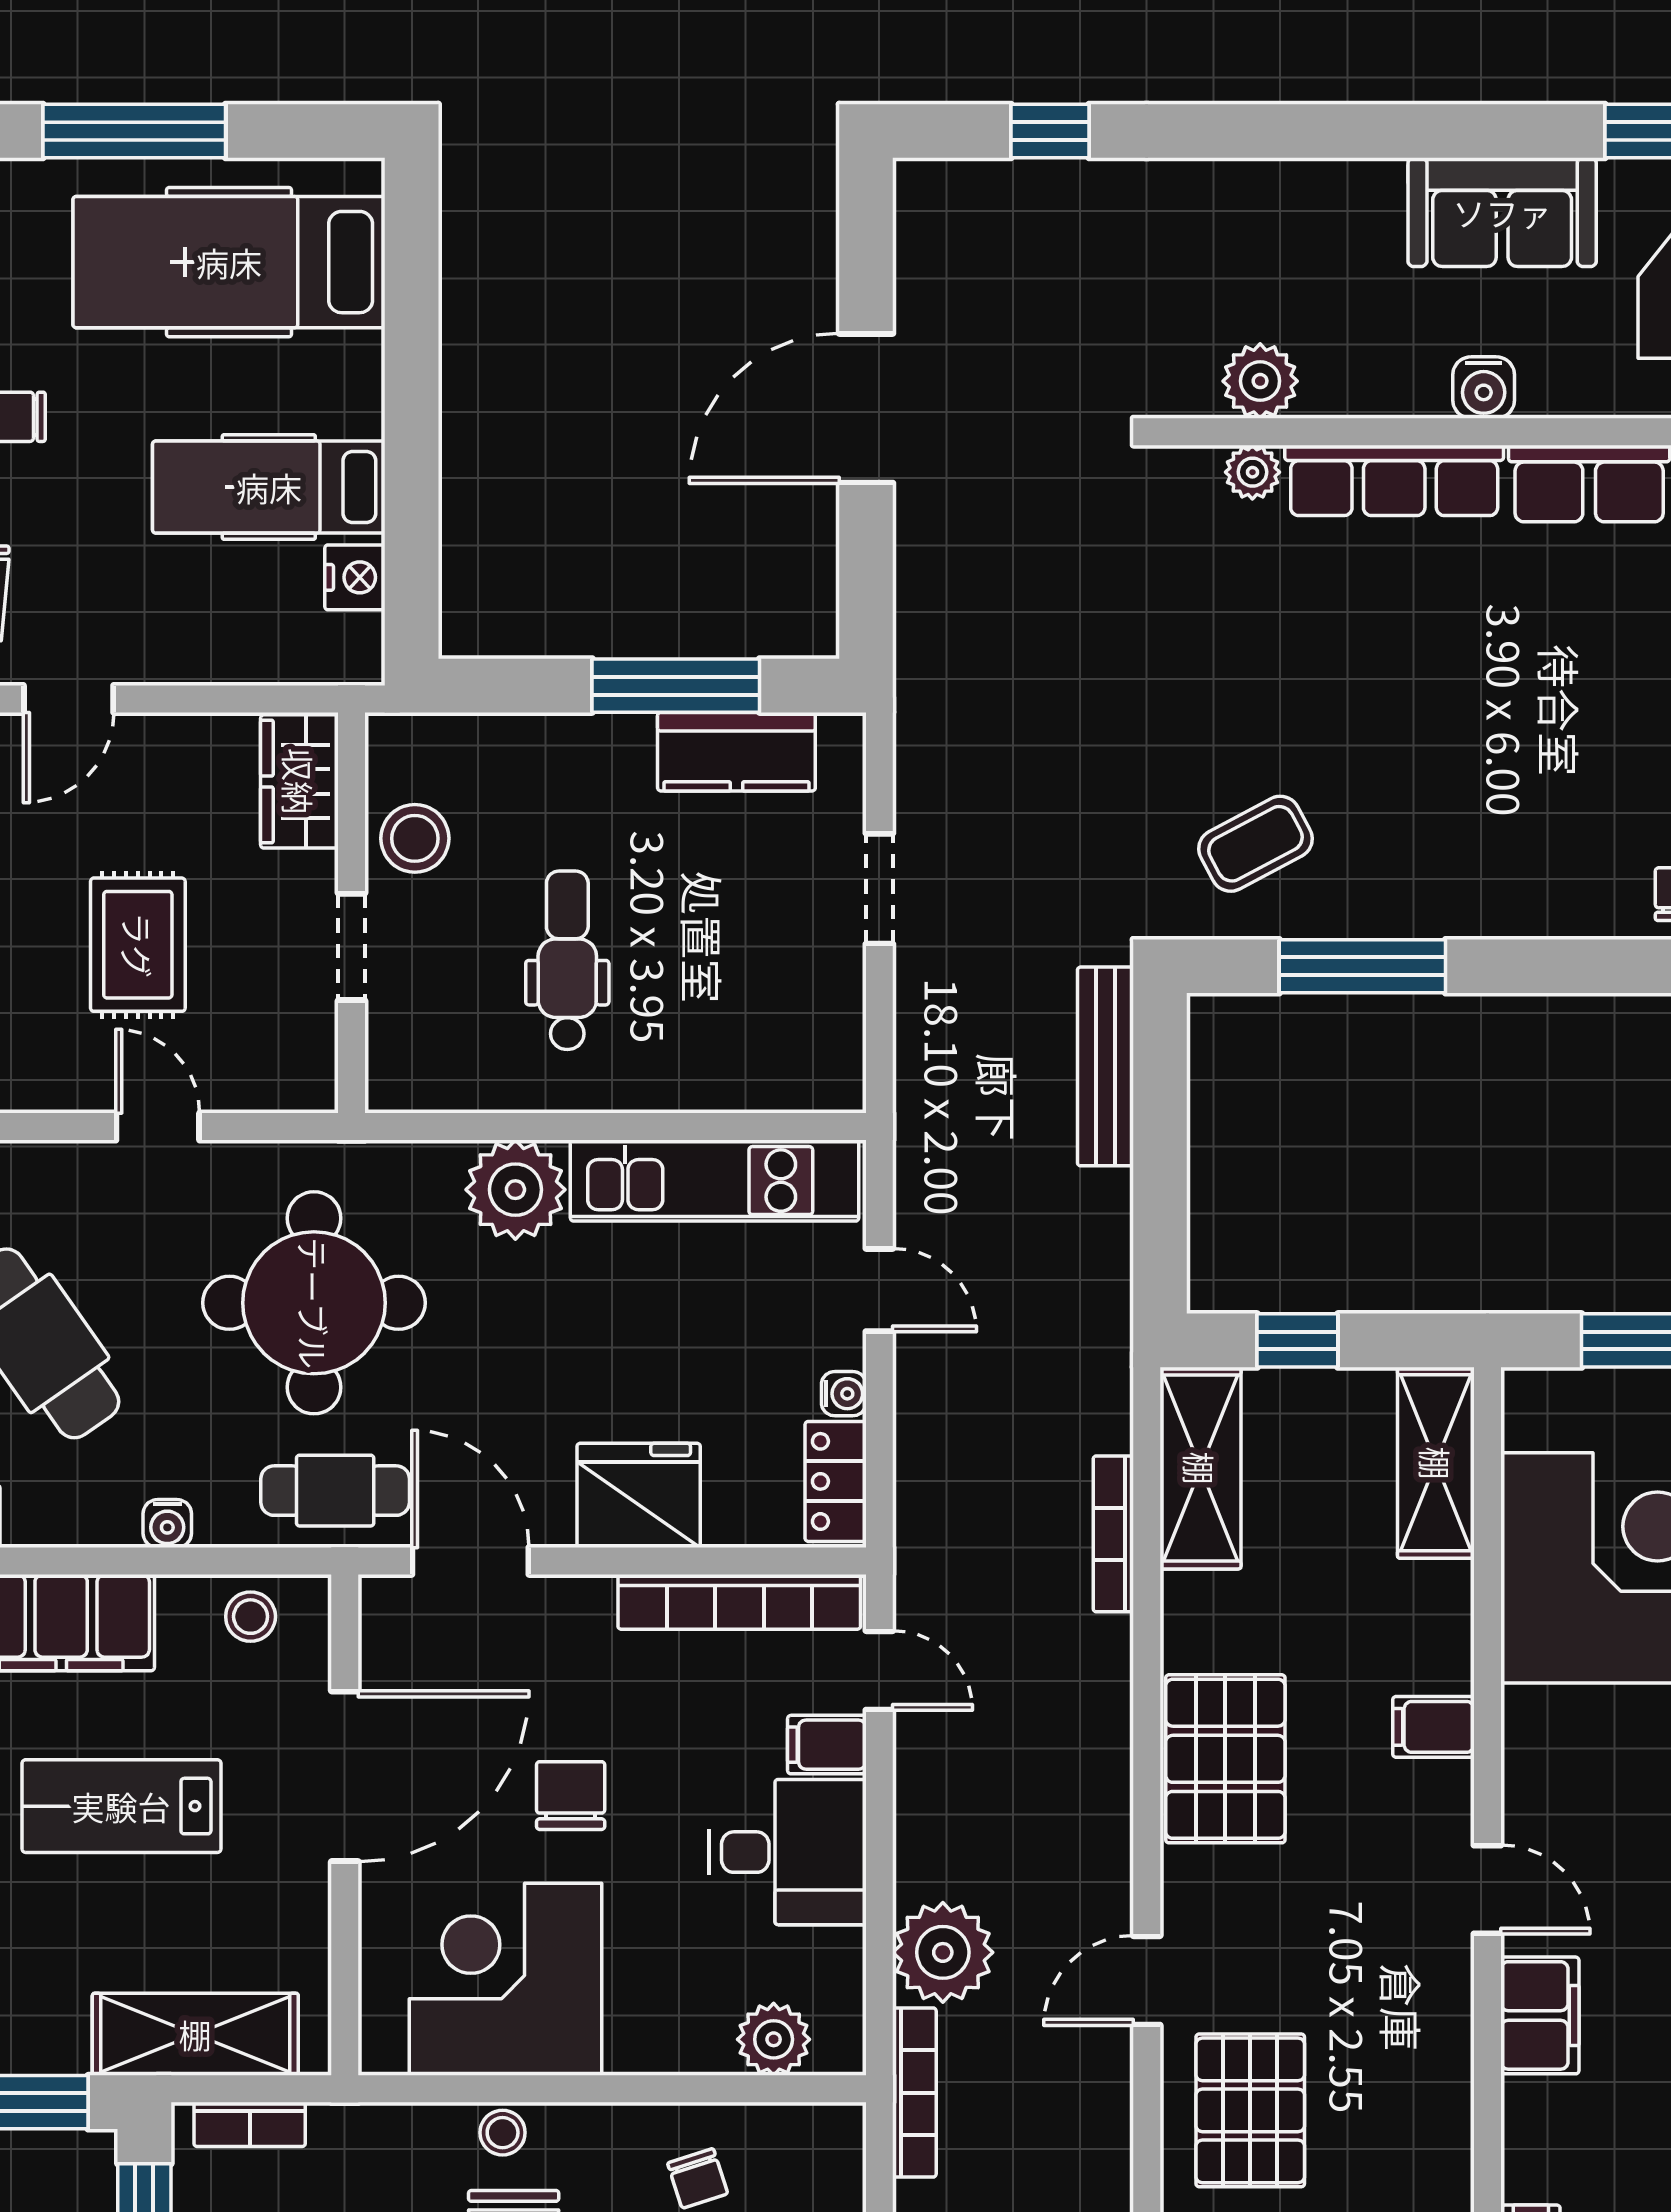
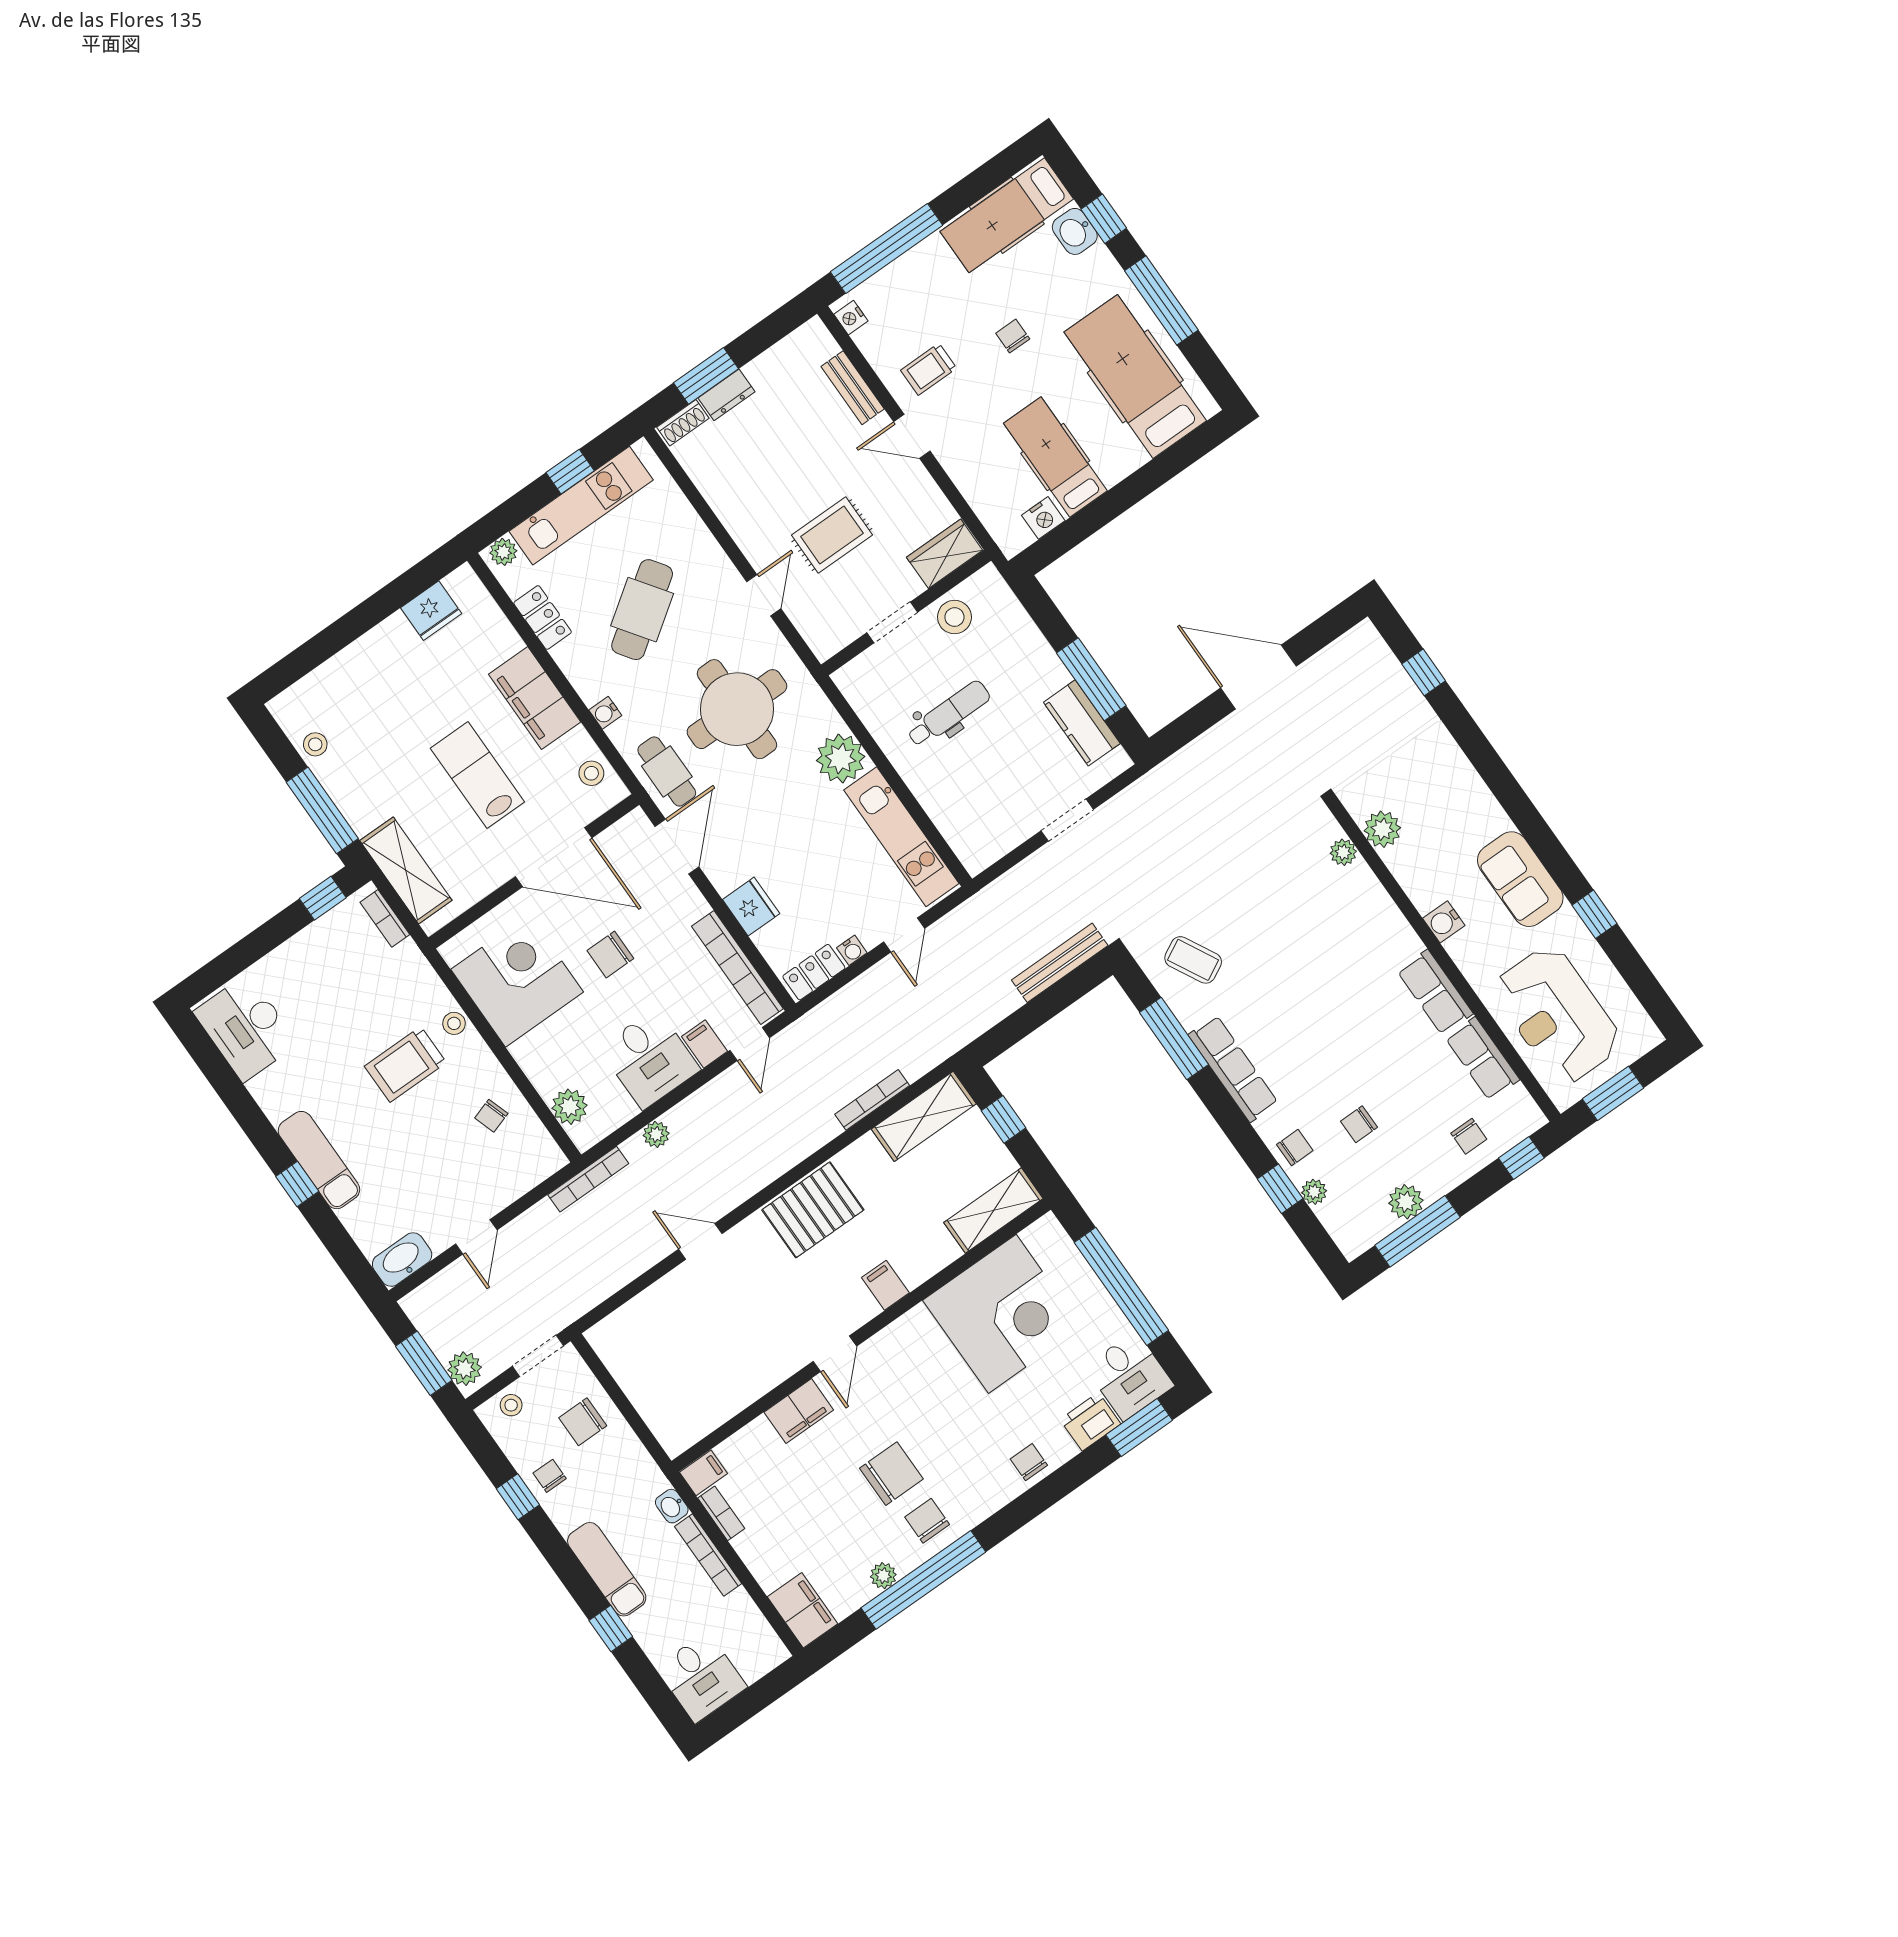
row of seats: (1394, 480) -> (1233, 1069), moved, turned 180
fridge: (639, 1495) -> (751, 907), width x0.73, depth x0.75
chair: (571, 1796) -> (610, 954), turned 180
plant: (943, 1952) -> (656, 1134), width x0.53, depth x0.53
pallet: (1250, 2110) -> (677, 1321), removed

